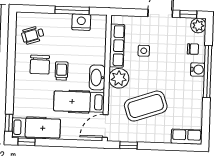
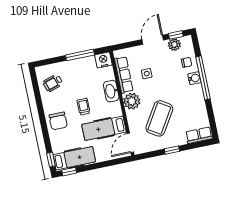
nightstand: (81, 22) -> (103, 60), moved
plant: (198, 26) -> (174, 45), moved
chair: (40, 65) -> (58, 121), moved
washbasin: (97, 77) -> (111, 91), moved
coffee table: (146, 106) -> (159, 118), turned -39
window: (128, 145) -> (172, 150), moved

